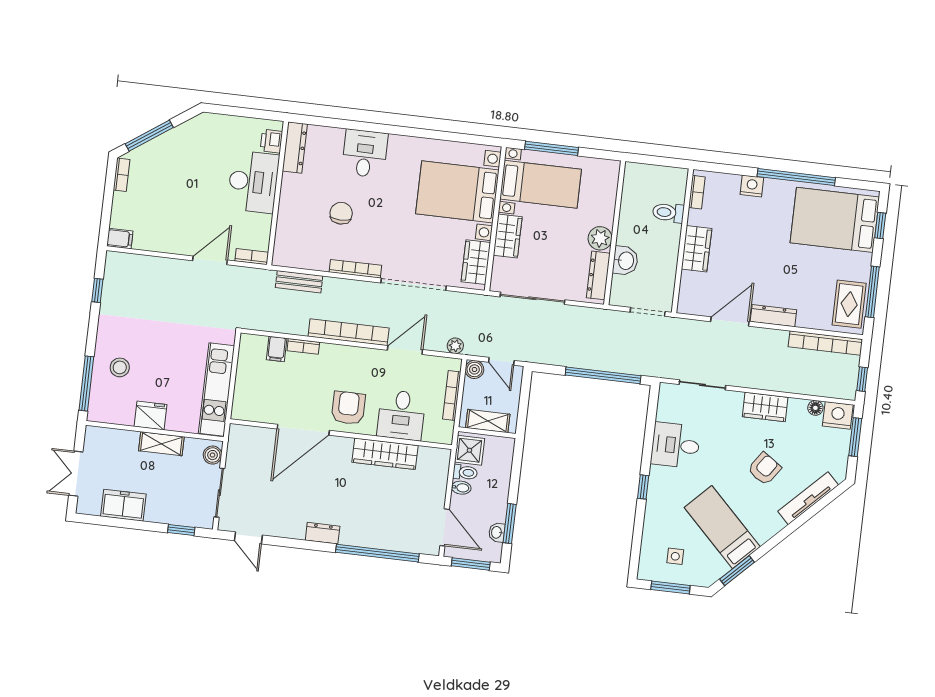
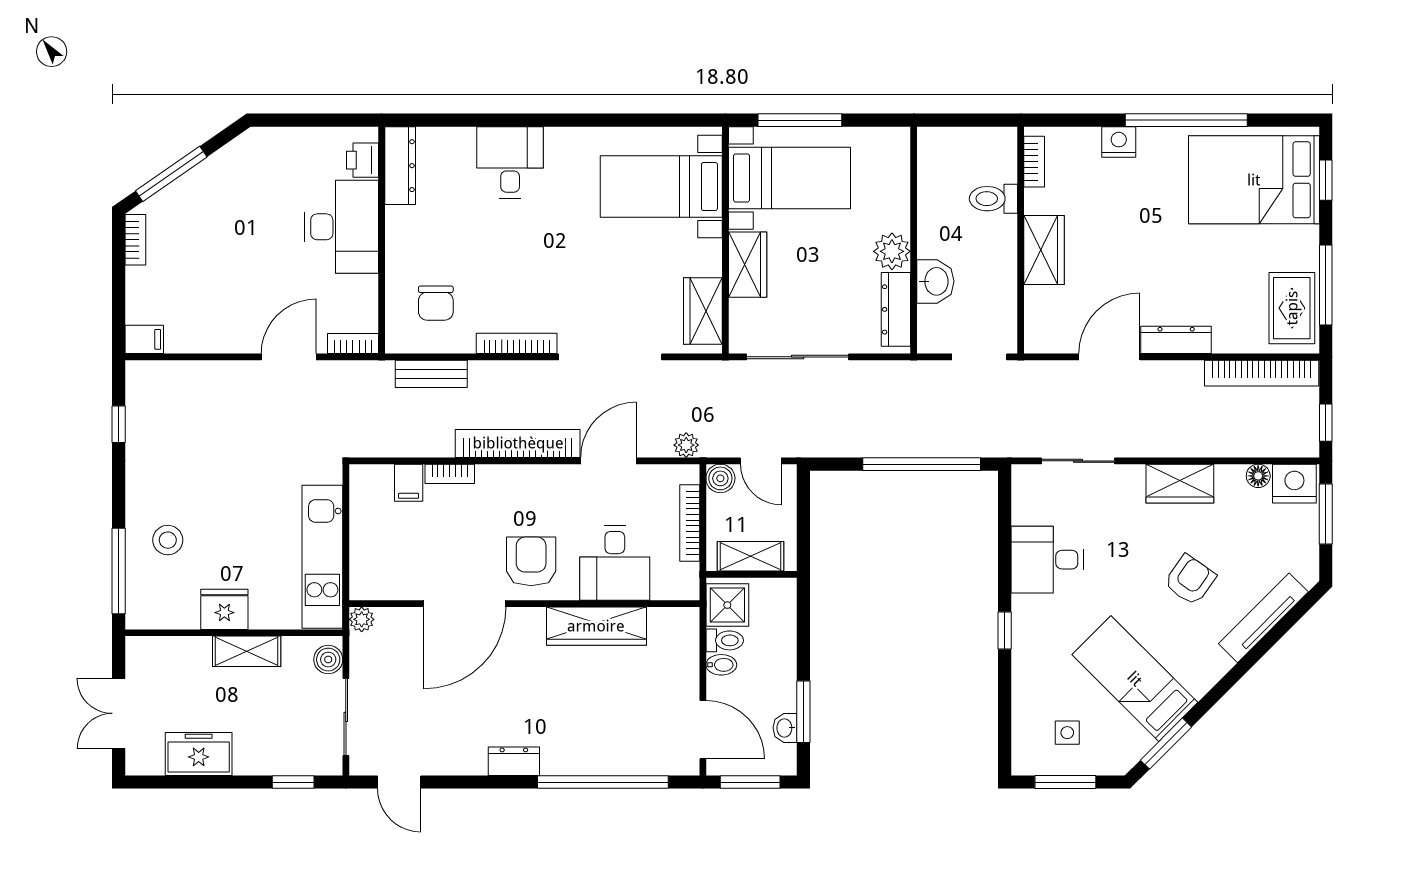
bed with nightstands: (457, 192) -> (661, 187), width x0.73
chair: (341, 213) -> (436, 303), moved, turned 180
plant: (237, 432) -> (362, 619), added

